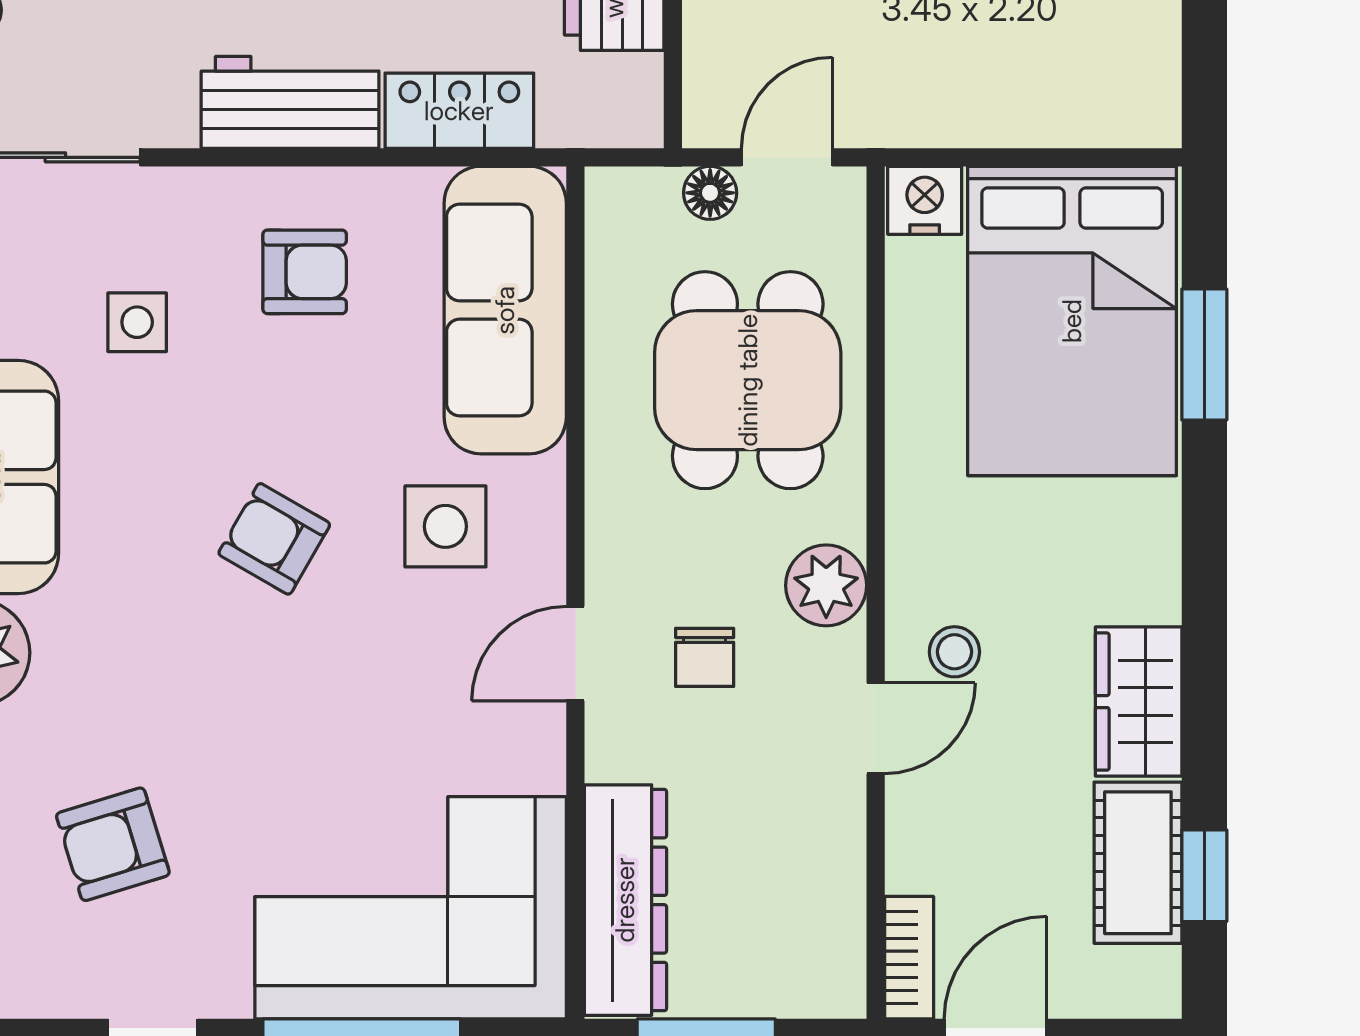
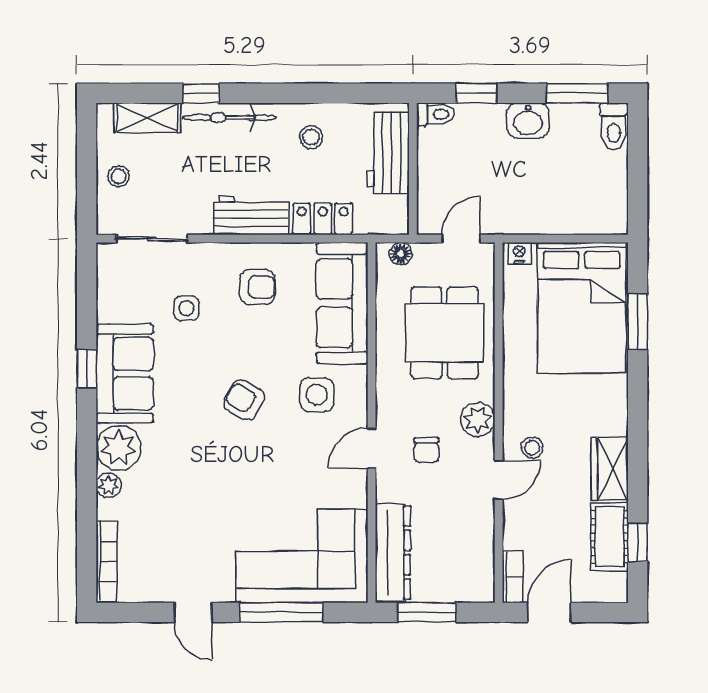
floor lamp: (710, 193) -> (401, 254), moved
nightstand: (925, 200) -> (519, 253), width x0.72, depth x0.74
armchair: (113, 844) -> (176, 529), removed

